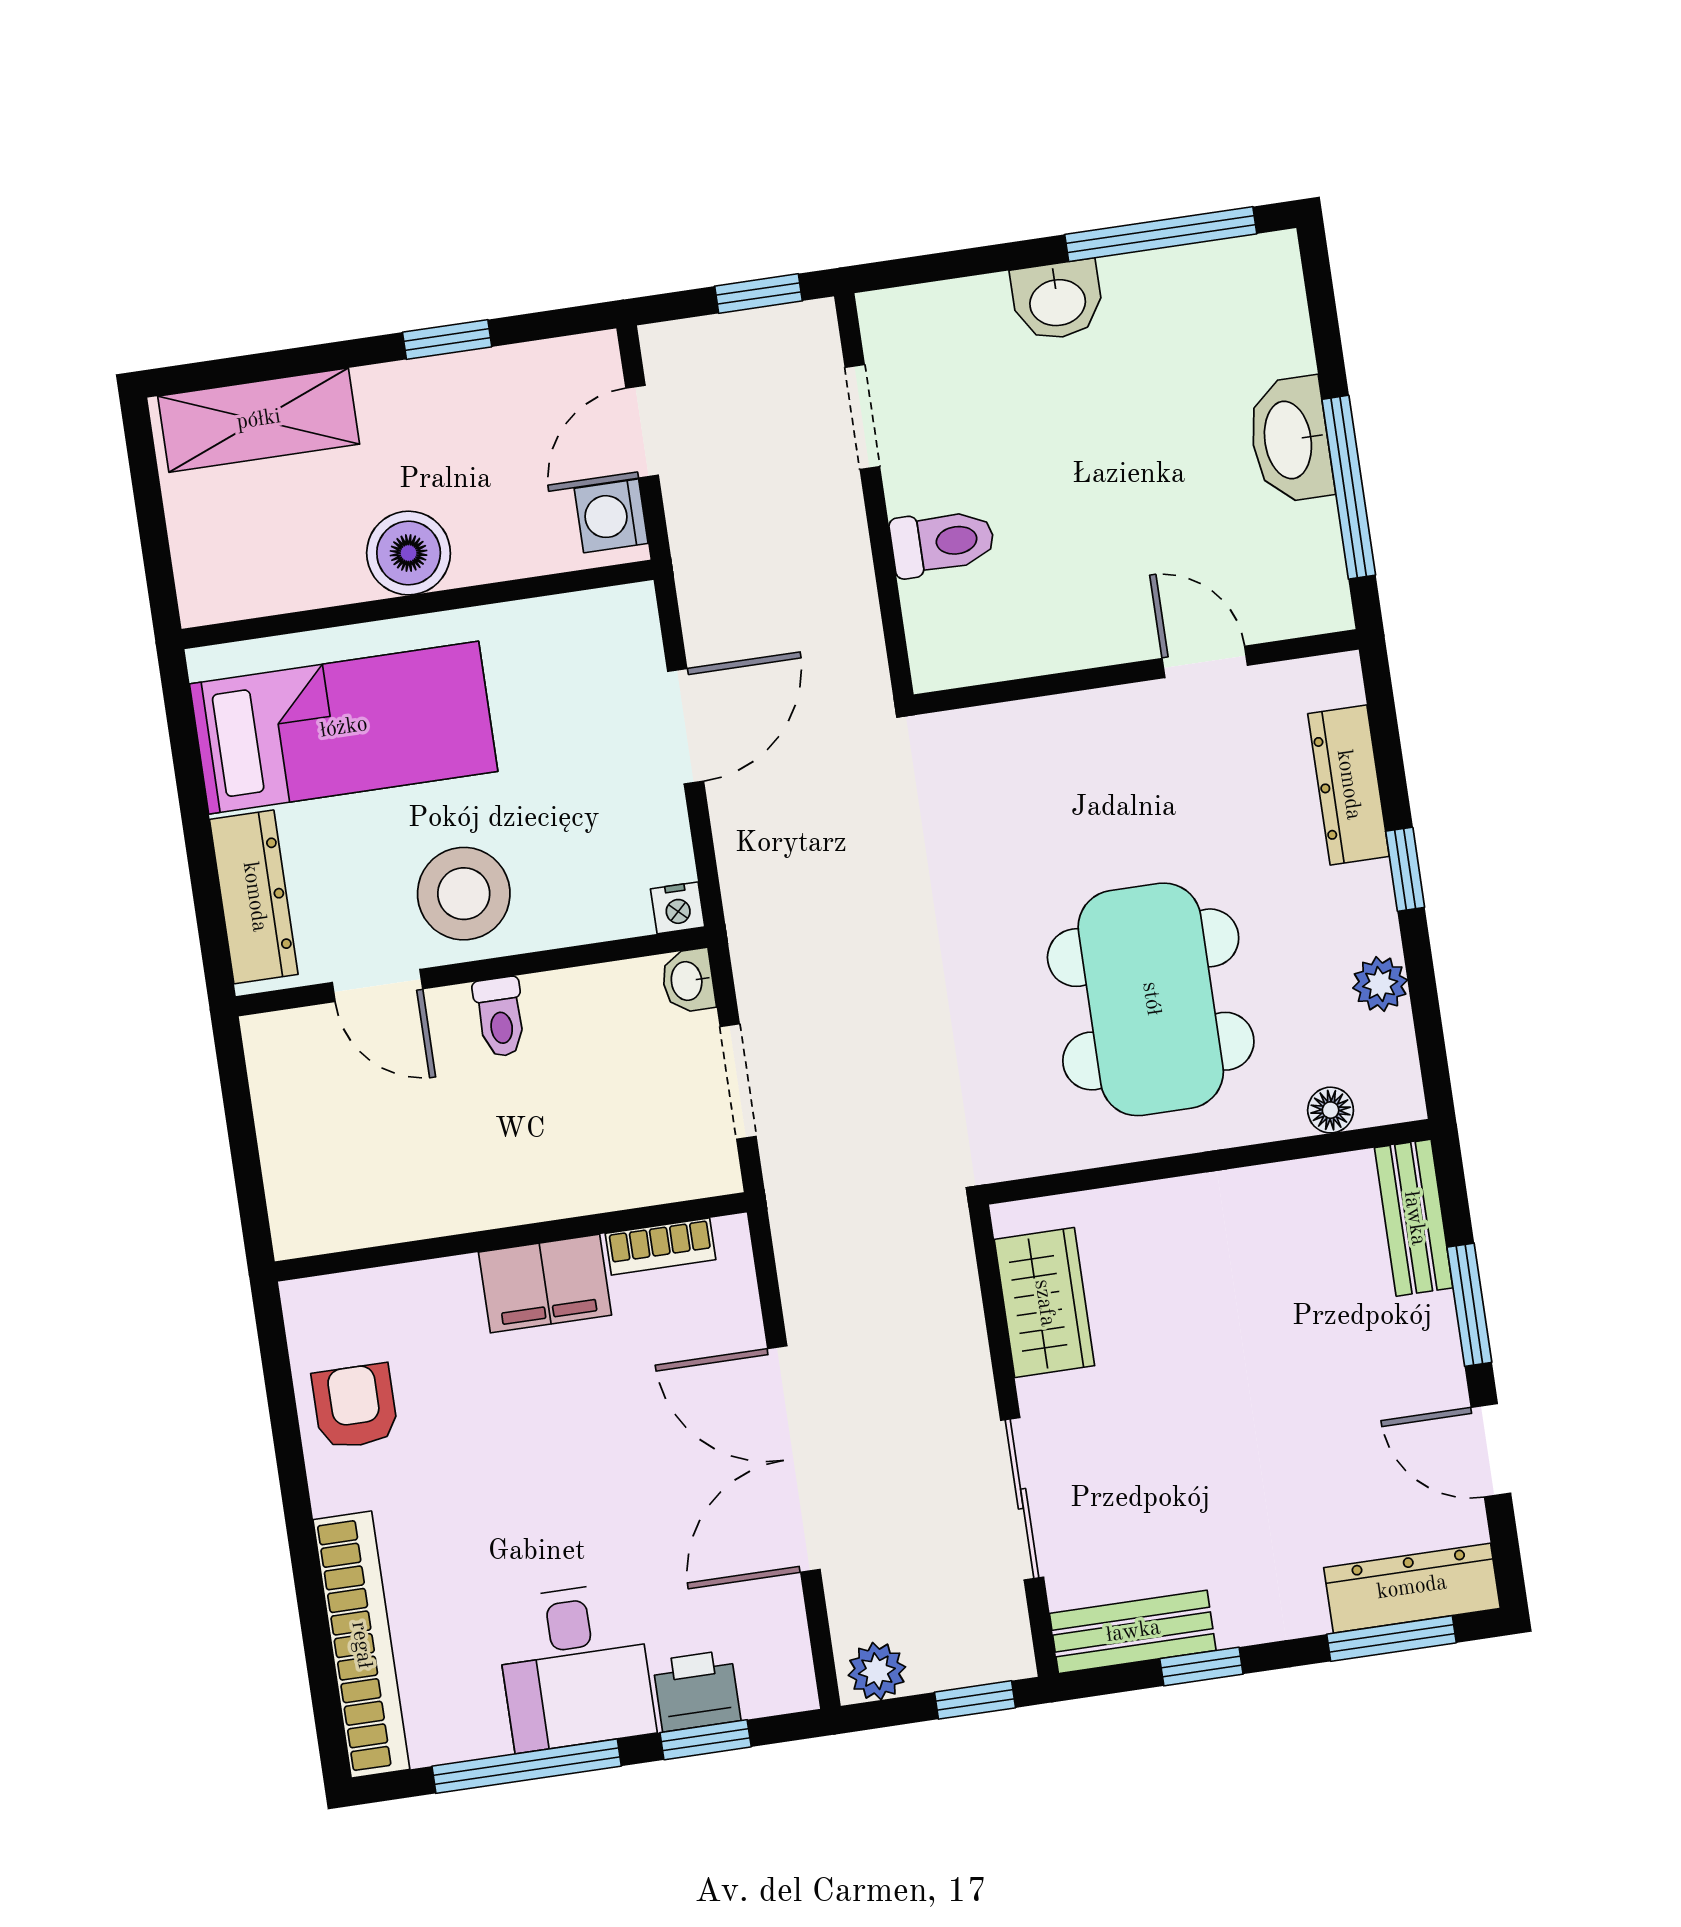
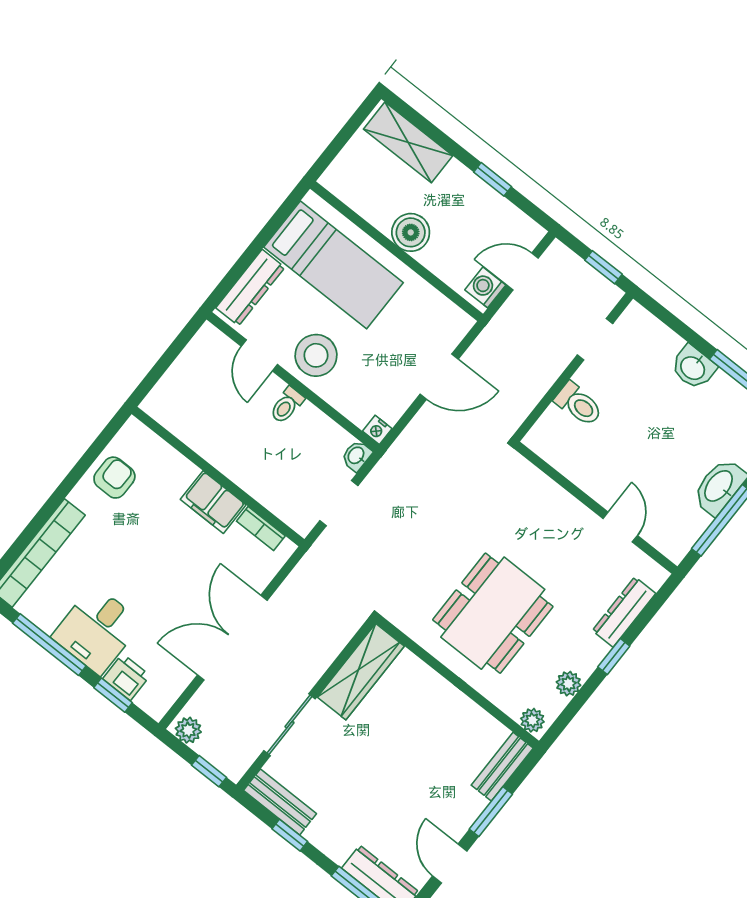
plant: (1384, 1098) -> (532, 720), added
floor lamp: (1331, 1110) -> (512, 706), removed
wardrobe: (1044, 1303) -> (361, 672), width x1.50

